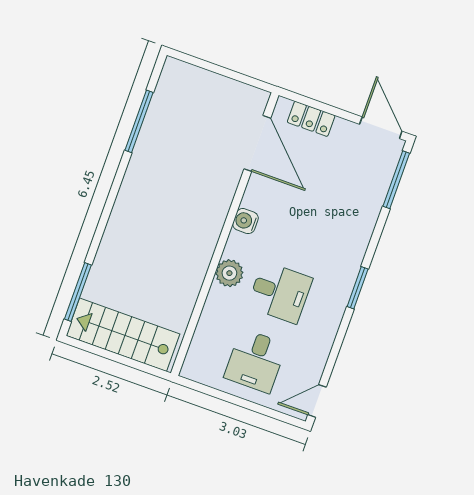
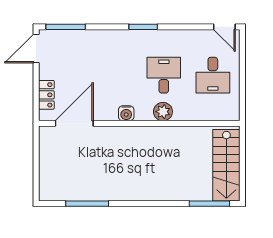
desk: (255, 361) -> (213, 75), turned 90

